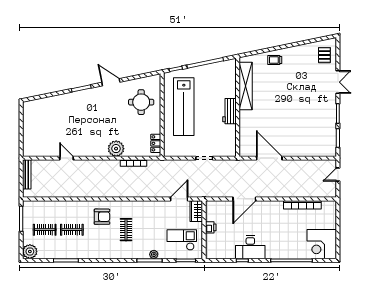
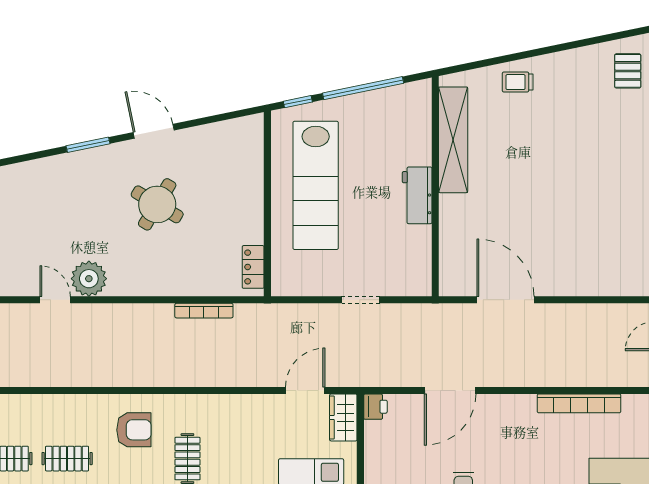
round table: (141, 102) -> (157, 204), moved, turned 31
plant: (116, 149) -> (89, 279), moved
printer: (211, 227) -> (375, 407), moved

